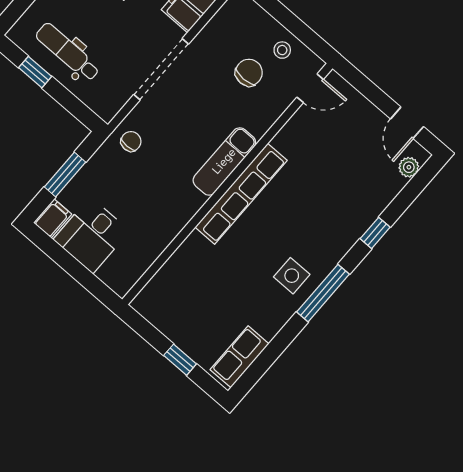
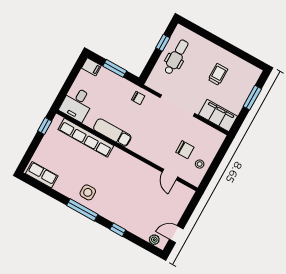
door: (310, 88) -> (170, 175), moved
exam couch: (224, 161) -> (112, 133), moved
row of seats: (241, 194) -> (86, 138), moved
desk: (91, 235) -> (77, 104), moved, turned -90
window: (180, 360) -> (45, 126), moved

